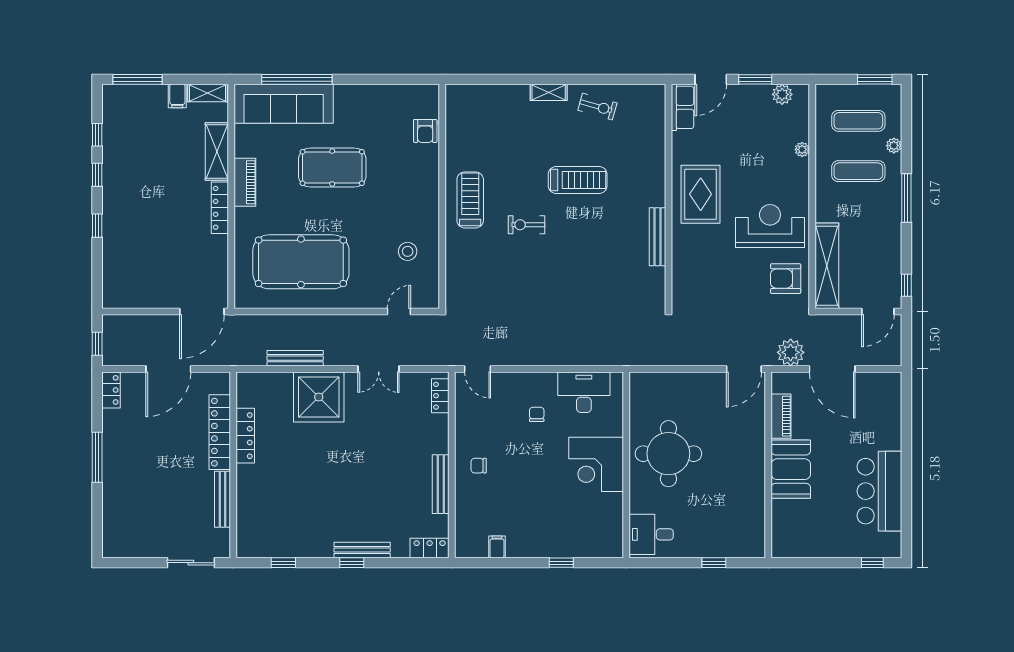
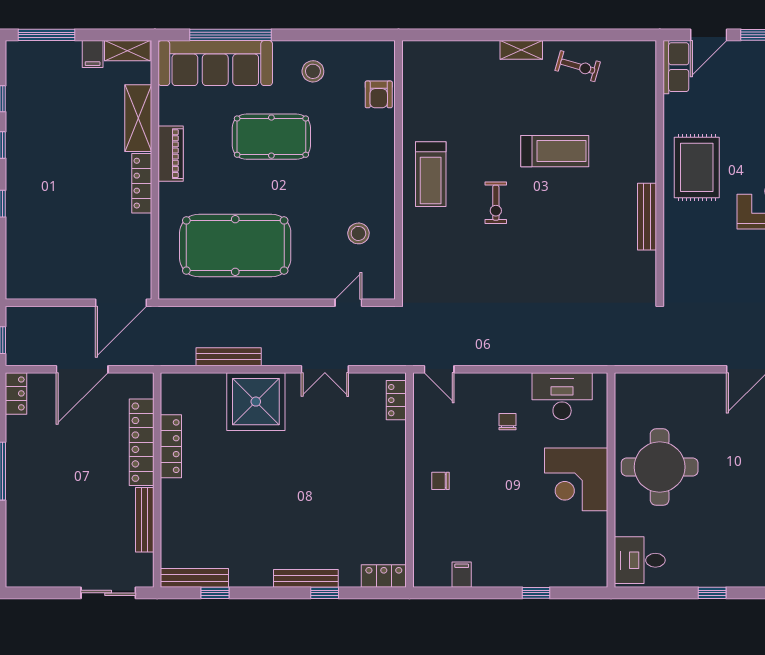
stool: (368, 111) -> (313, 71), added
treadmill: (470, 200) -> (431, 174), turned 180
exercise bike: (527, 225) -> (496, 203), turned -90
bench: (441, 484) -> (194, 578), moved, turned 90
window: (352, 563) -> (325, 593), moved

